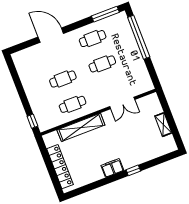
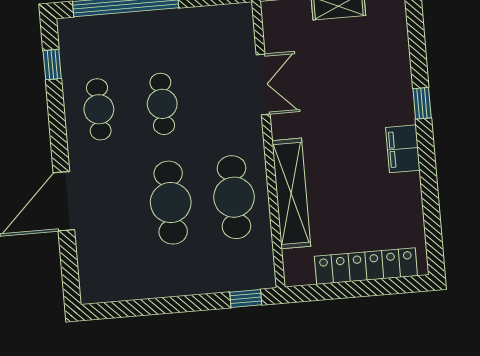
window: (105, 14) -> (52, 65), width x0.46
cafe table: (63, 79) -> (171, 203), width x1.37, depth x1.35
cafe table: (73, 104) -> (234, 197), width x1.37, depth x1.35

